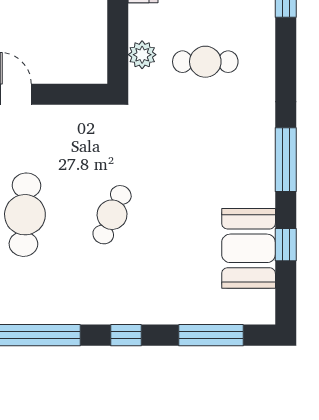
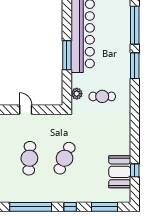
window: (286, 160) -> (135, 136), removed
cafe table: (112, 215) -> (65, 158), width x1.37, depth x1.35

